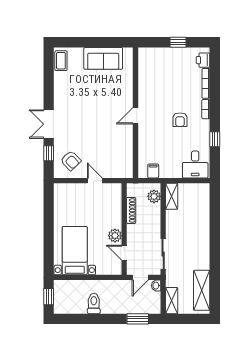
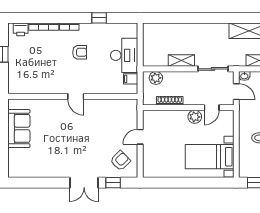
coffee table: (61, 61) -> (21, 170), removed
desk: (195, 164) -> (124, 55), moved, width x1.37
shelving: (172, 196) -> (181, 61), moved

